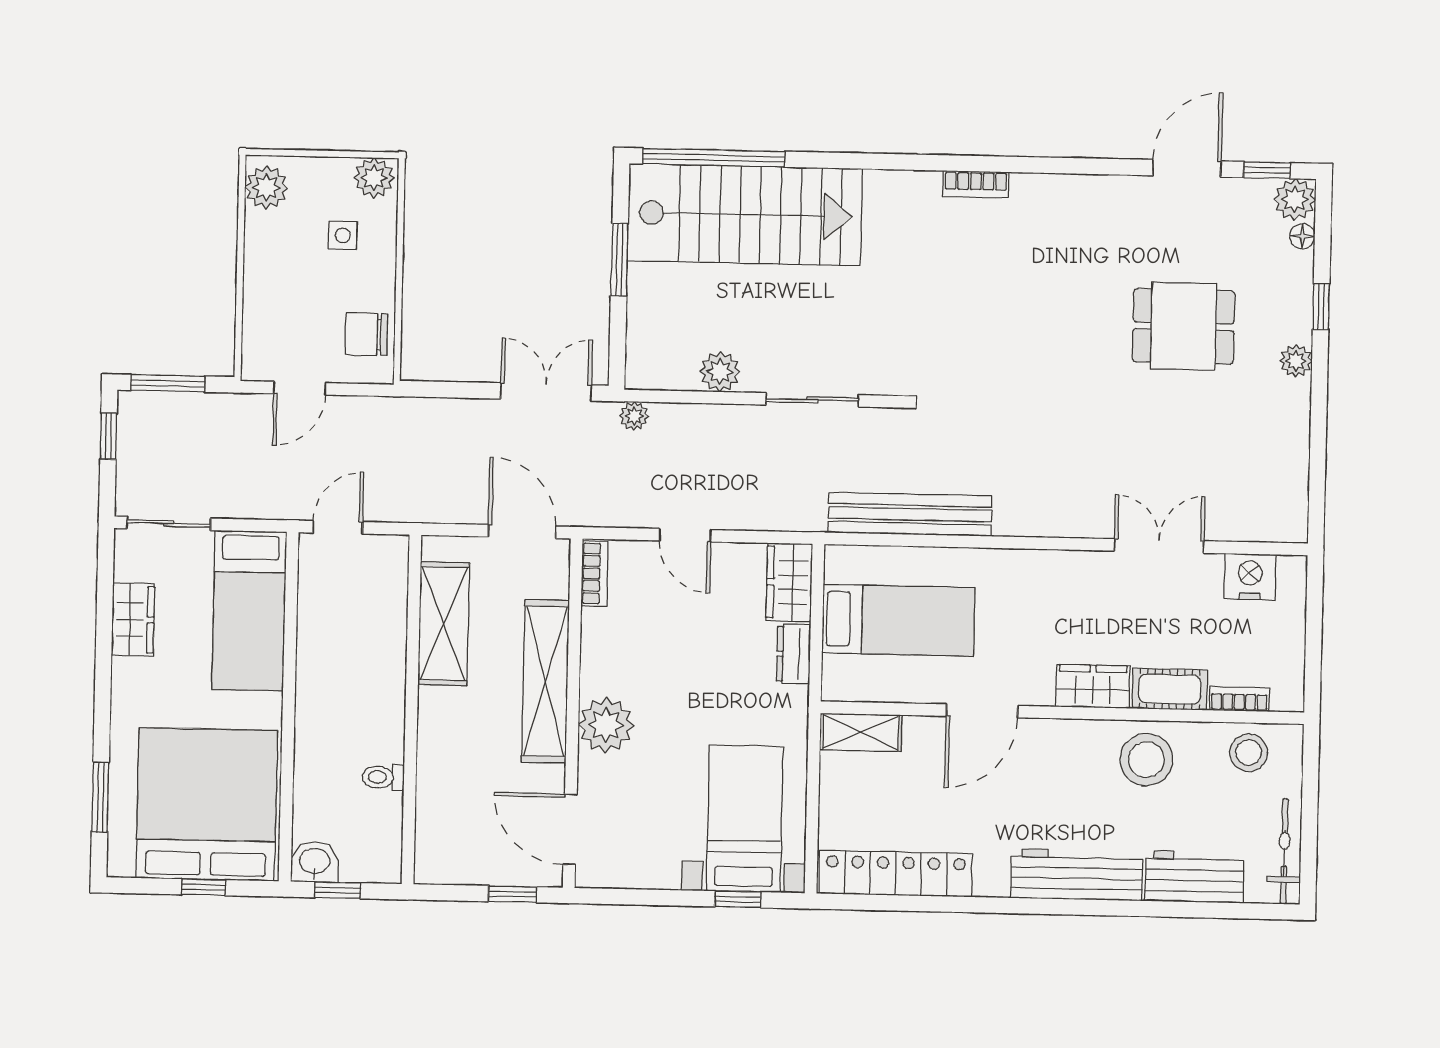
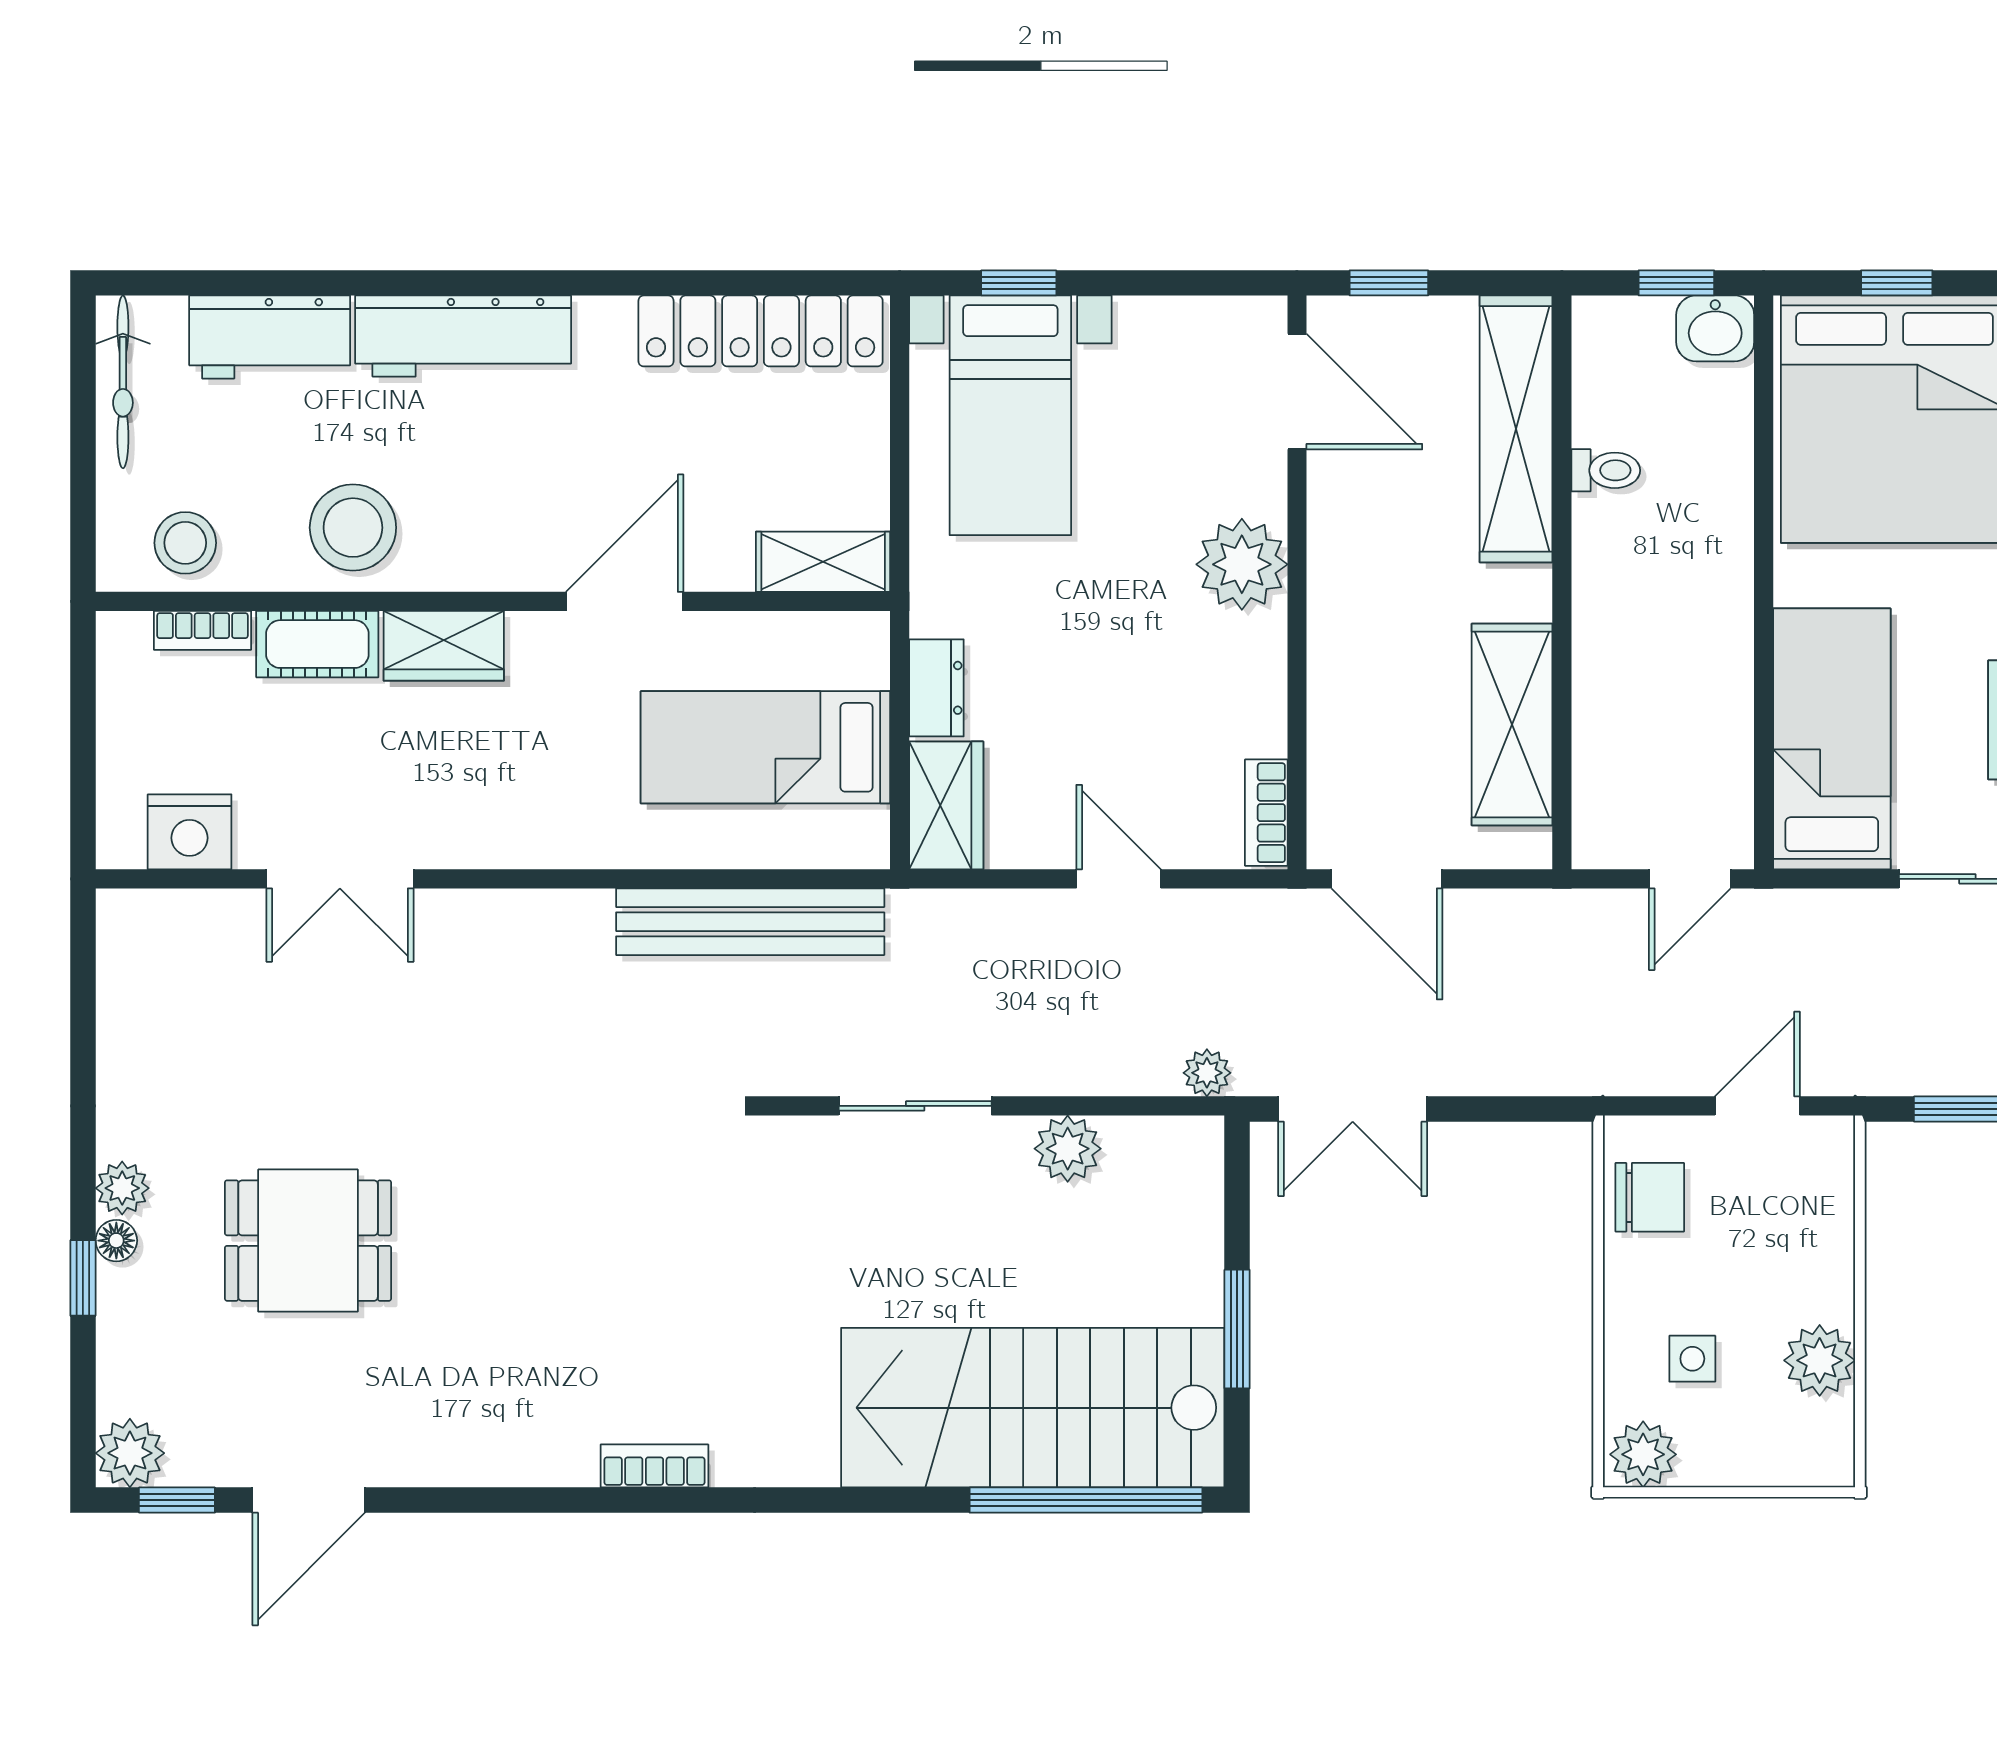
plant: (266, 187) -> (1820, 1360), moved
floor lamp: (1302, 236) -> (116, 1241), moved
shelving: (545, 681) -> (1516, 429), moved

